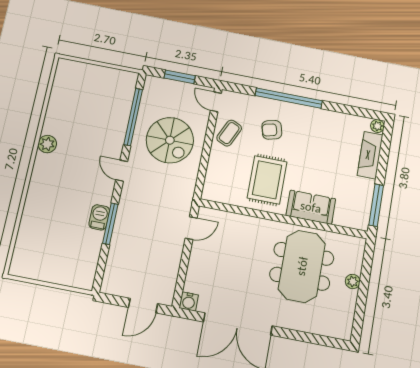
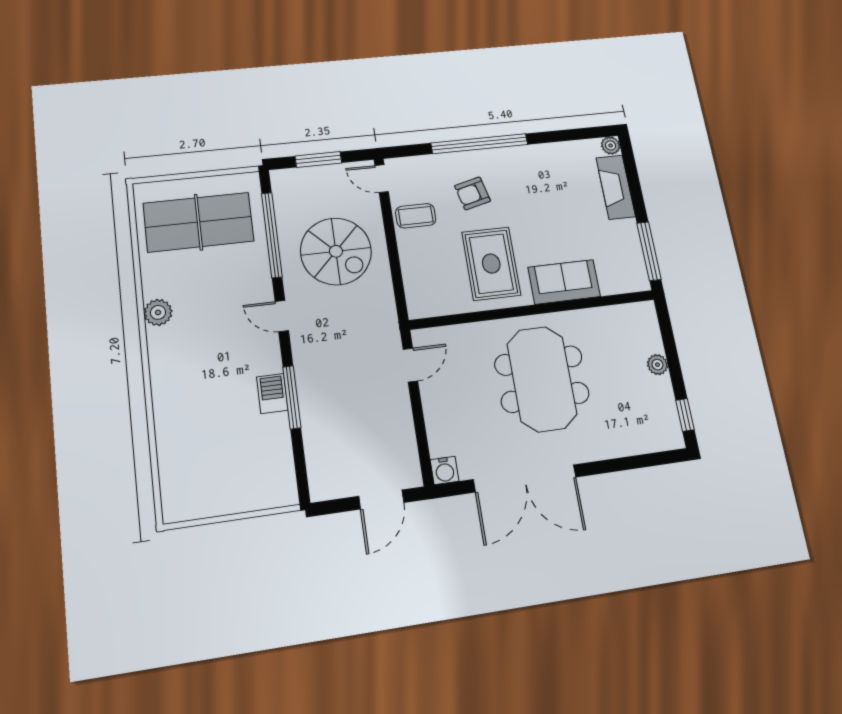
table tennis table: (91, 95) -> (199, 222), added
coffee table: (229, 133) -> (416, 216), turned 65
meeting table: (302, 266) -> (542, 379), moved
window: (358, 320) -> (685, 415), added

